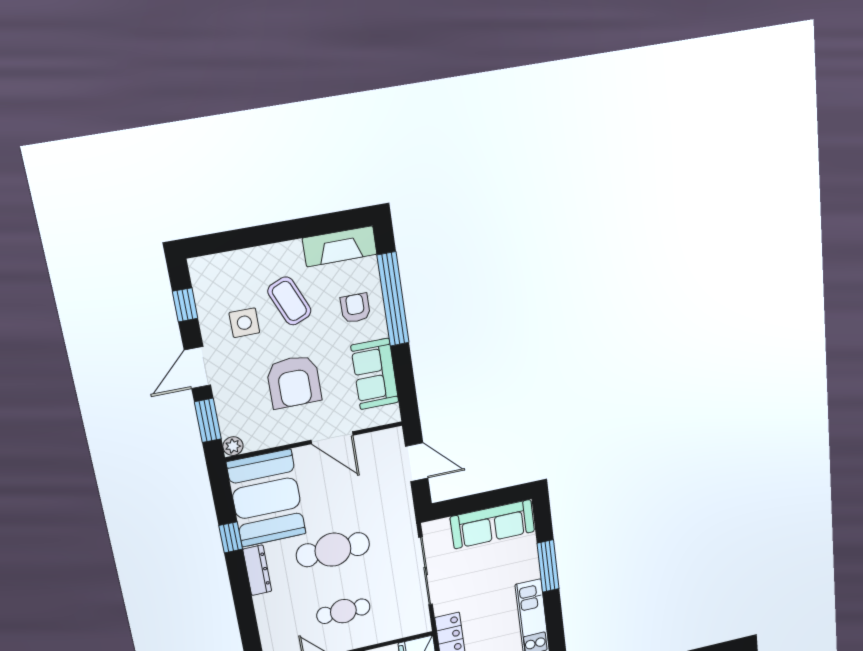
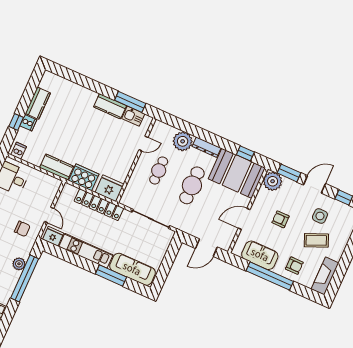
window: (393, 299) -> (270, 276), moved
door: (197, 368) -> (314, 184), hinge flipped
armchair: (294, 382) -> (280, 219), width x0.53, depth x0.53
plant: (233, 446) -> (273, 181), width x1.87, depth x1.87
sofa: (493, 524) -> (132, 269), moved, turned 90
window: (231, 537) -> (245, 153), moved
plant: (273, 610) -> (183, 141), added

